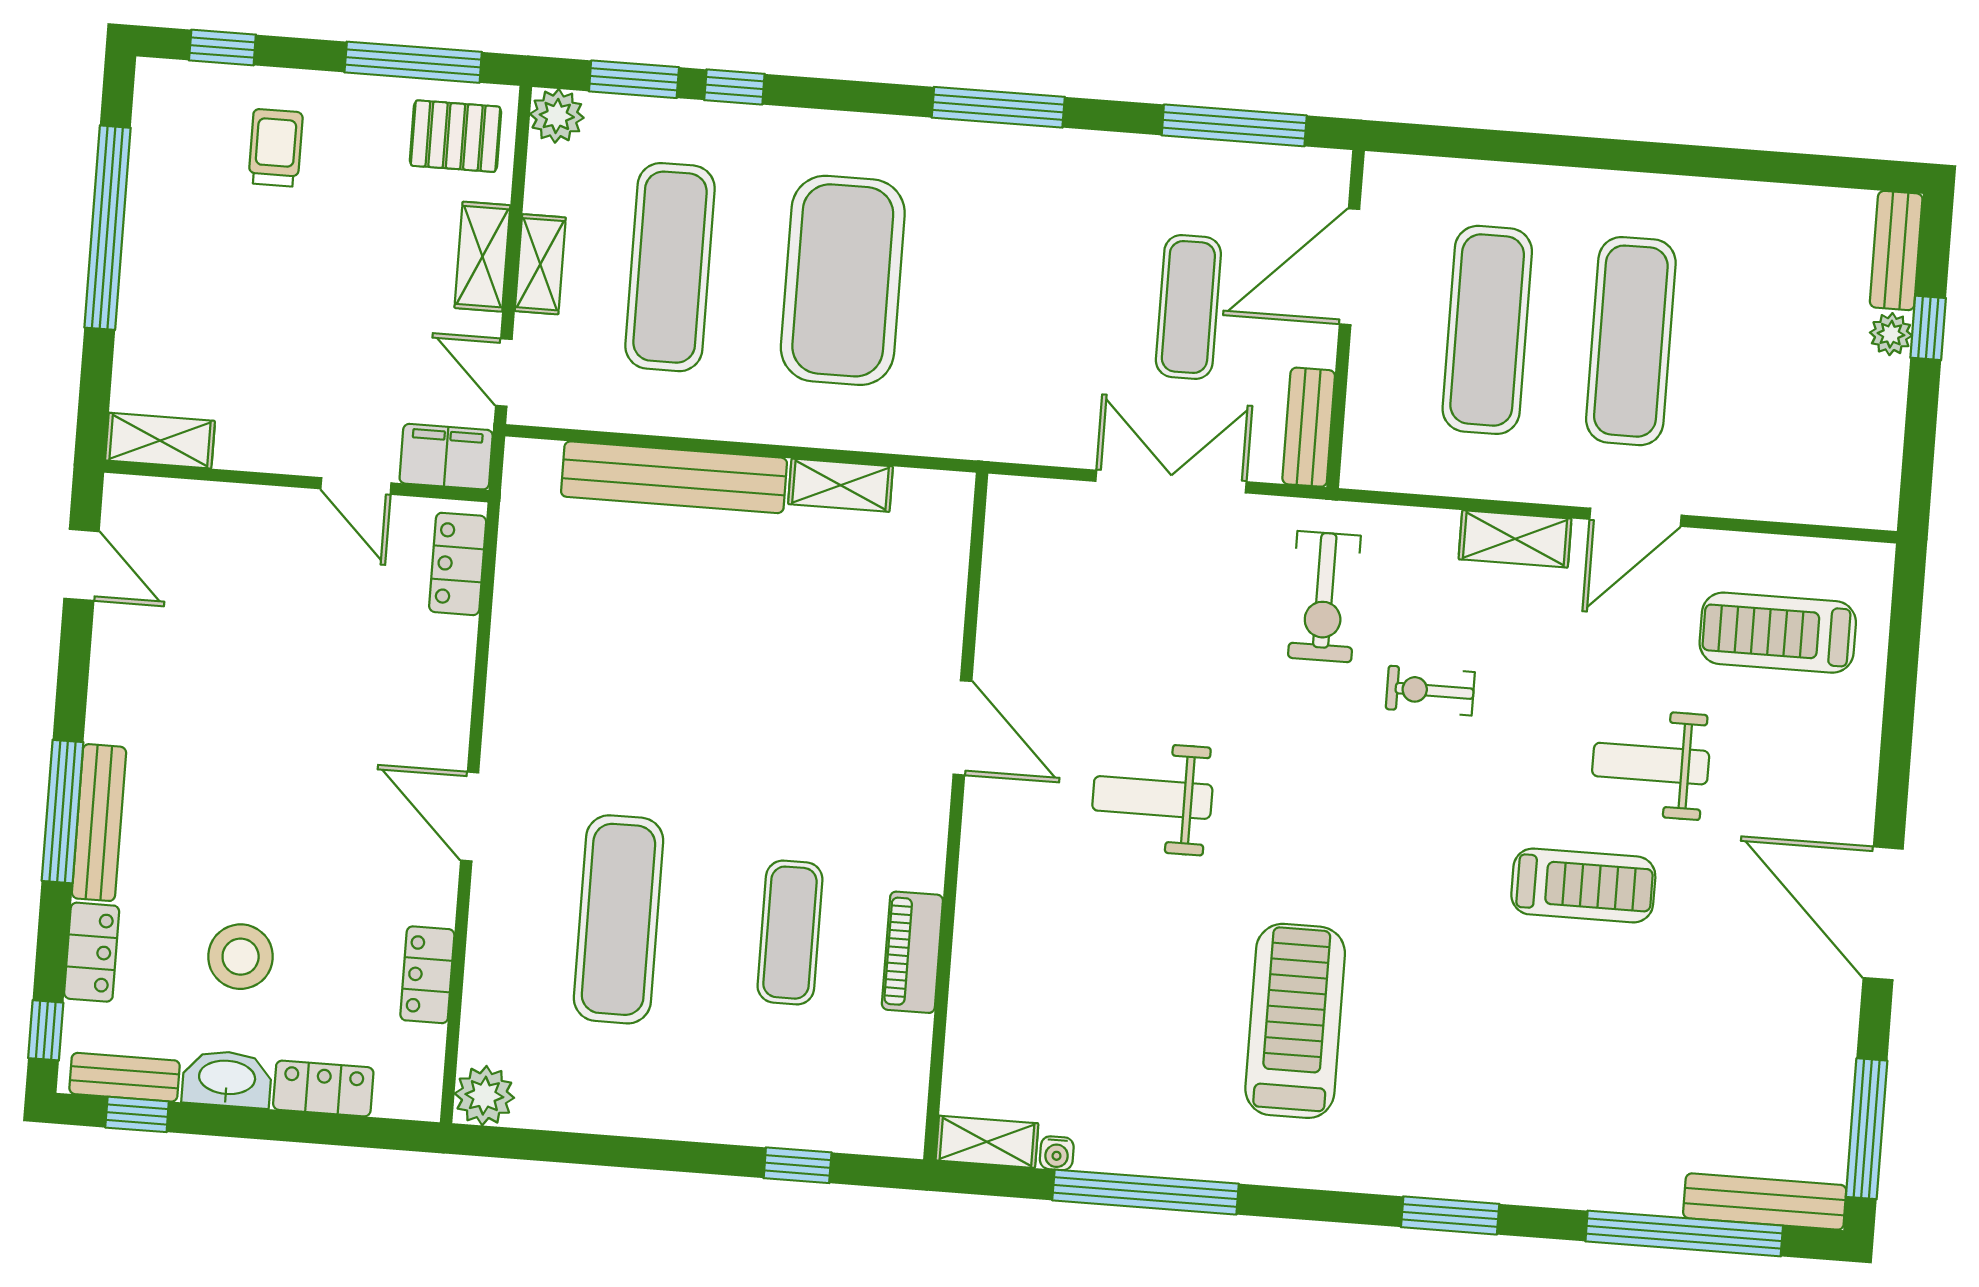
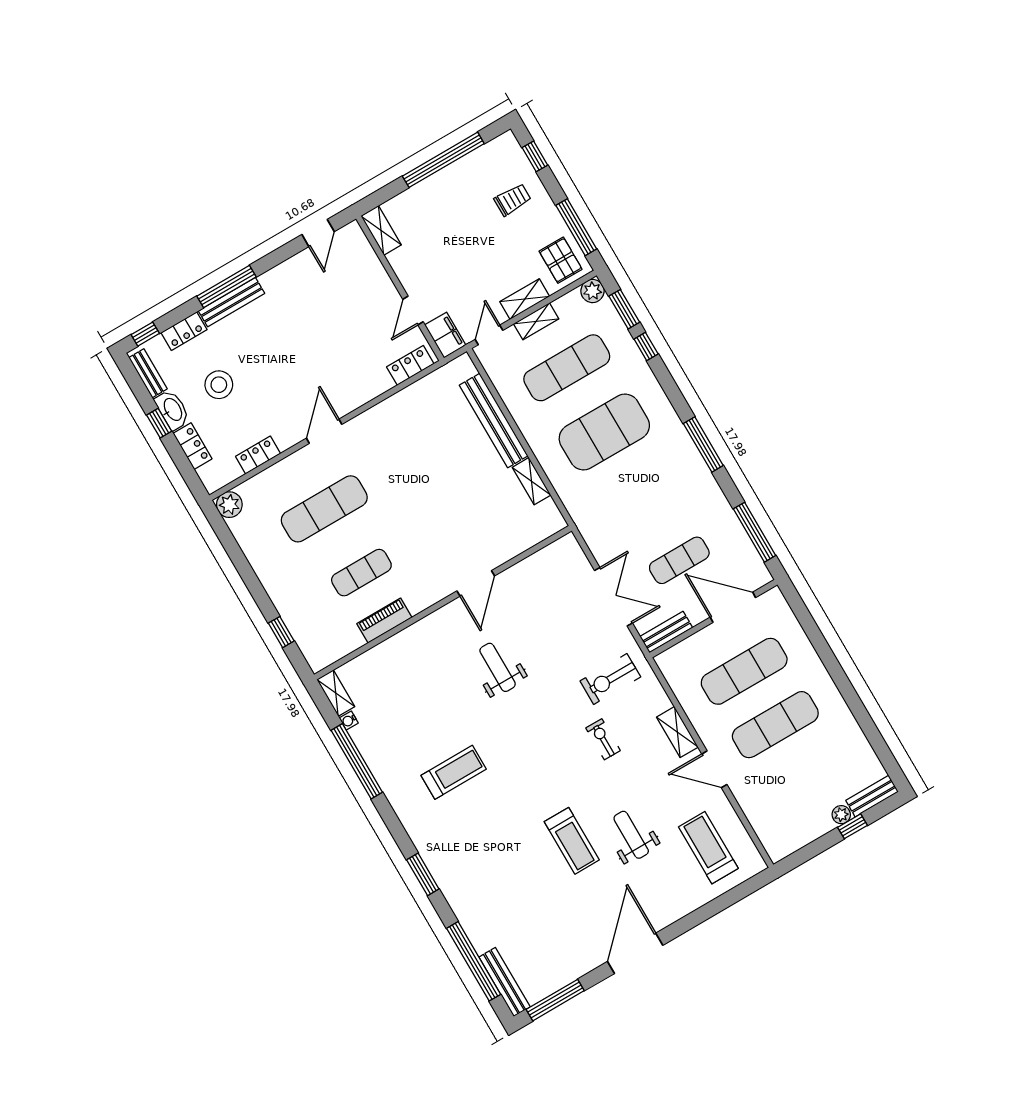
treadmill: (1295, 1021) -> (454, 772), width x0.73, depth x0.73
window: (137, 1114) -> (159, 423), moved

